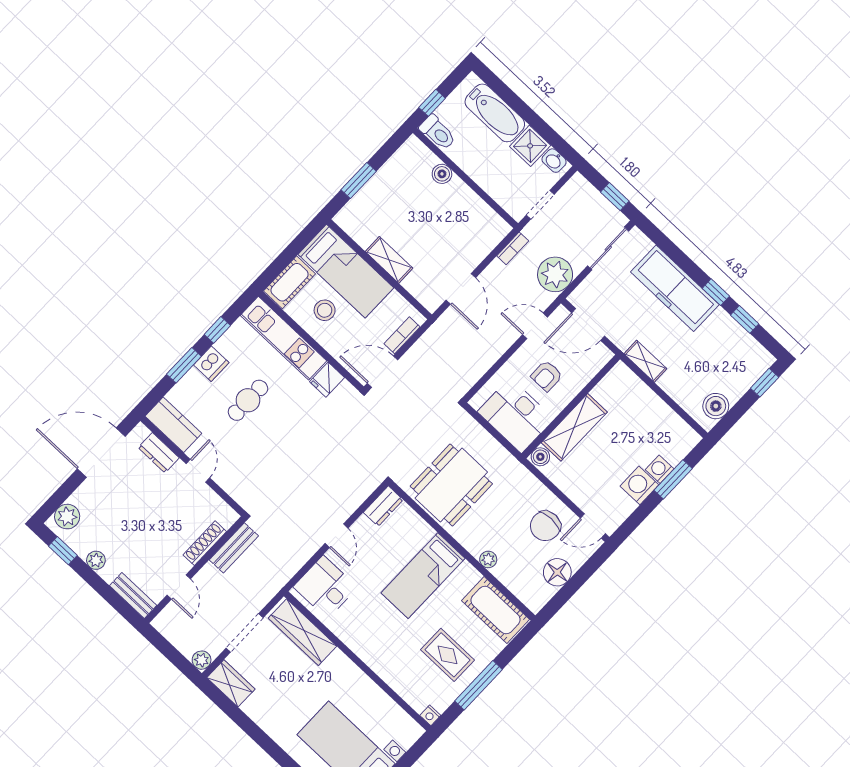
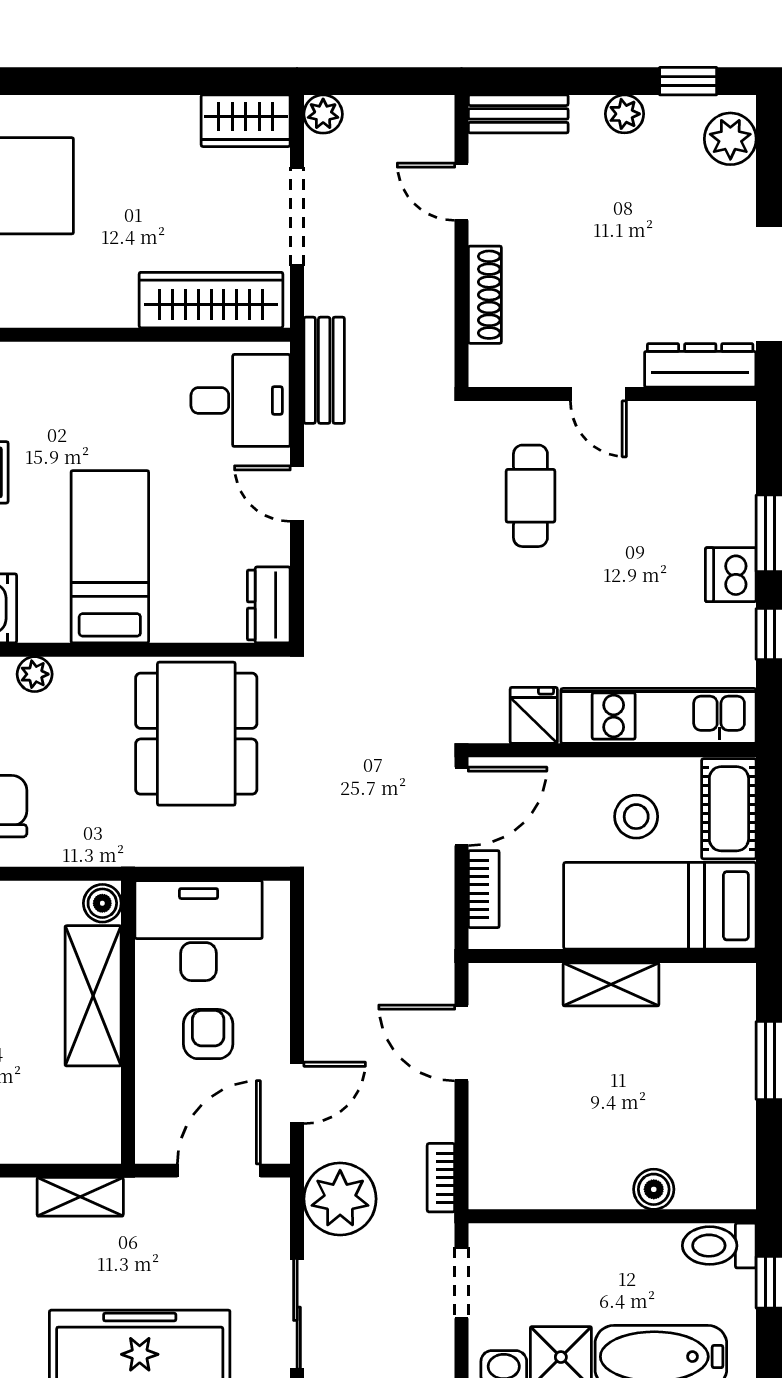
cafe table: (248, 400) -> (530, 496), moved
kitchen counter: (173, 425) -> (701, 429), removed
dresser: (159, 453) -> (700, 365), width x1.44
bench: (234, 548) -> (324, 370), moved

